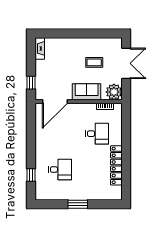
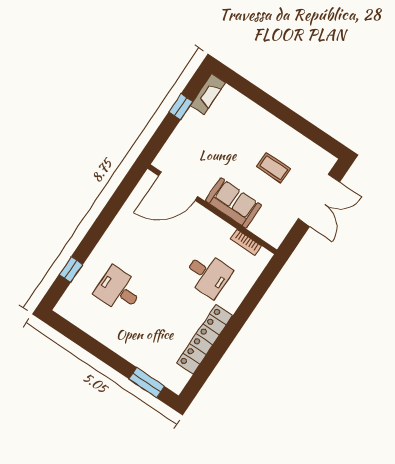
window: (31, 83) -> (181, 107), moved
plant: (114, 92) -> (273, 230), removed
desk: (60, 170) -> (119, 290), turned 180
window: (78, 204) -> (147, 383), moved

